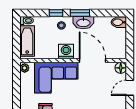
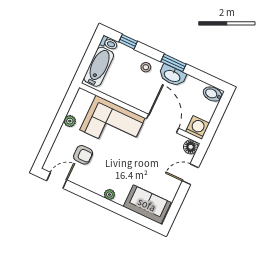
window: (56, 13) -> (128, 42), moved
washing machine: (66, 52) -> (197, 127), moved
plant: (25, 68) -> (70, 121), moved

